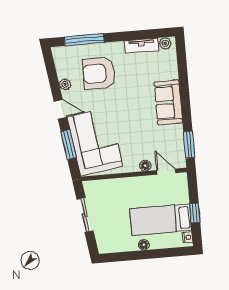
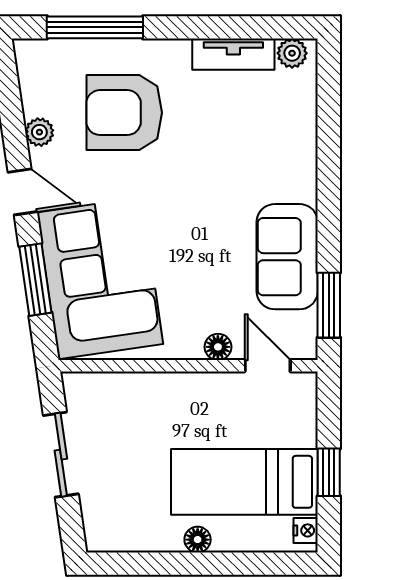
sofa: (168, 102) -> (287, 257), moved

